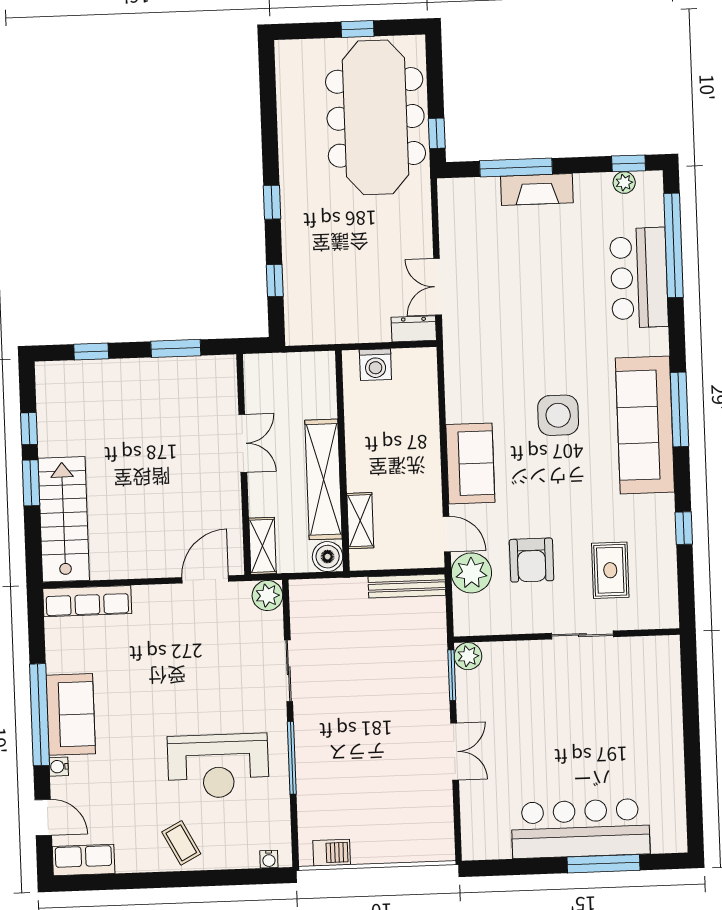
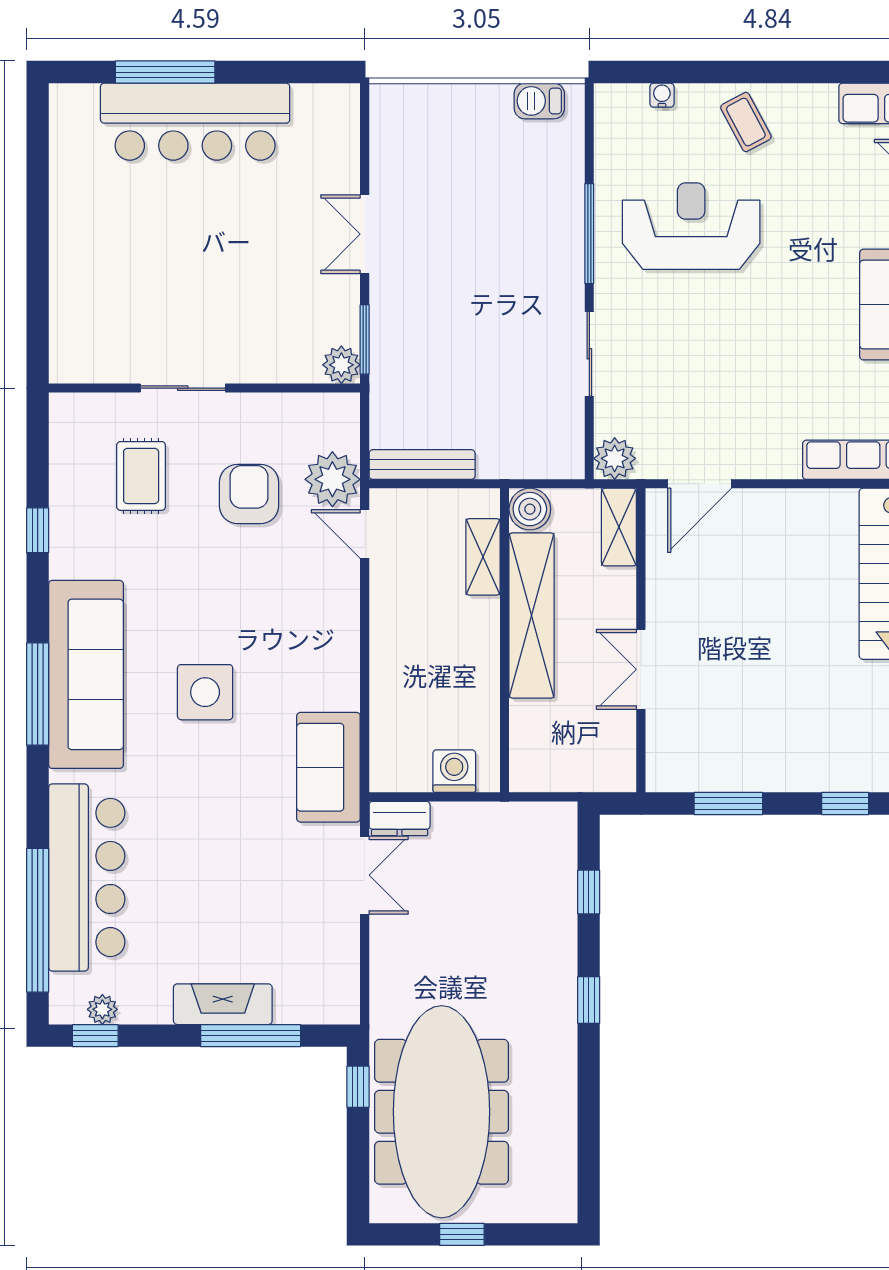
bar counter: (639, 278) -> (87, 877), width x1.36
sofa: (470, 463) -> (328, 767), moved
water cooler: (269, 859) -> (662, 95), moved

